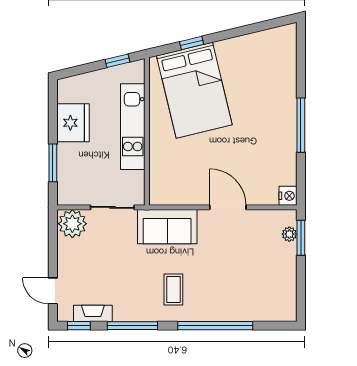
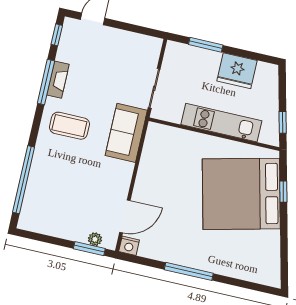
bed: (194, 90) -> (241, 194), width x1.36
door: (228, 207) -> (125, 216), moved
plant: (72, 224) -> (148, 50), removed
coffee table: (173, 290) -> (69, 126), width x1.36, depth x1.30
fireplace: (93, 313) -> (58, 80), moved
window: (215, 326) -> (24, 180), moved

